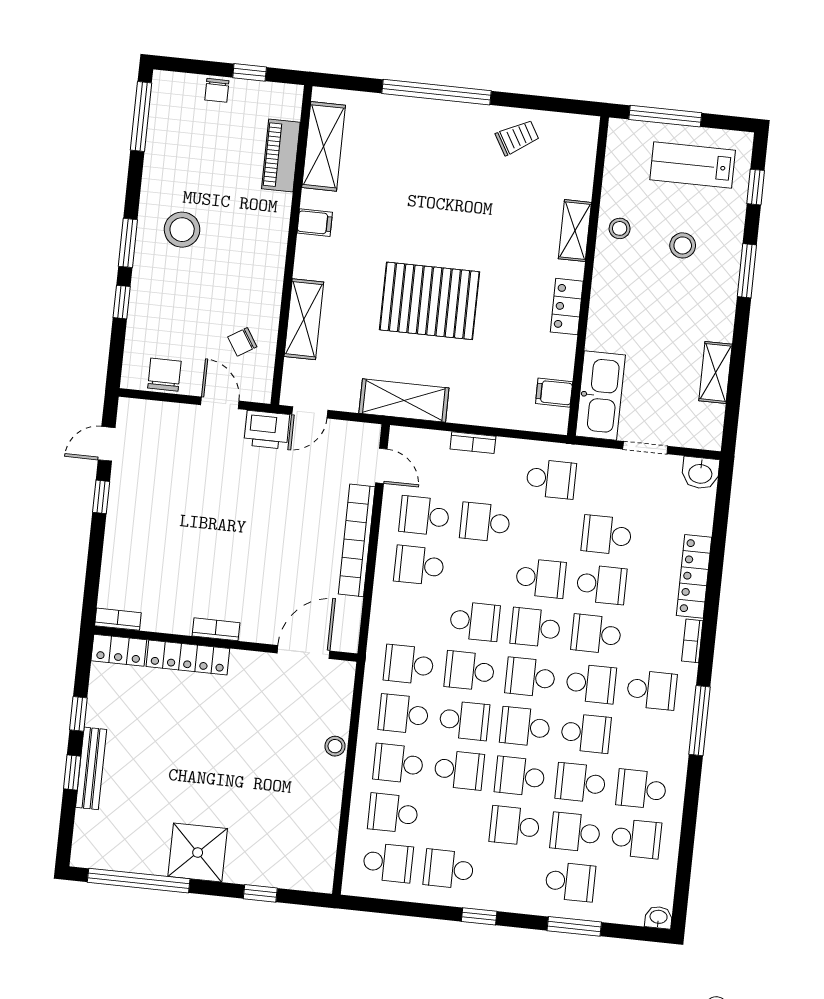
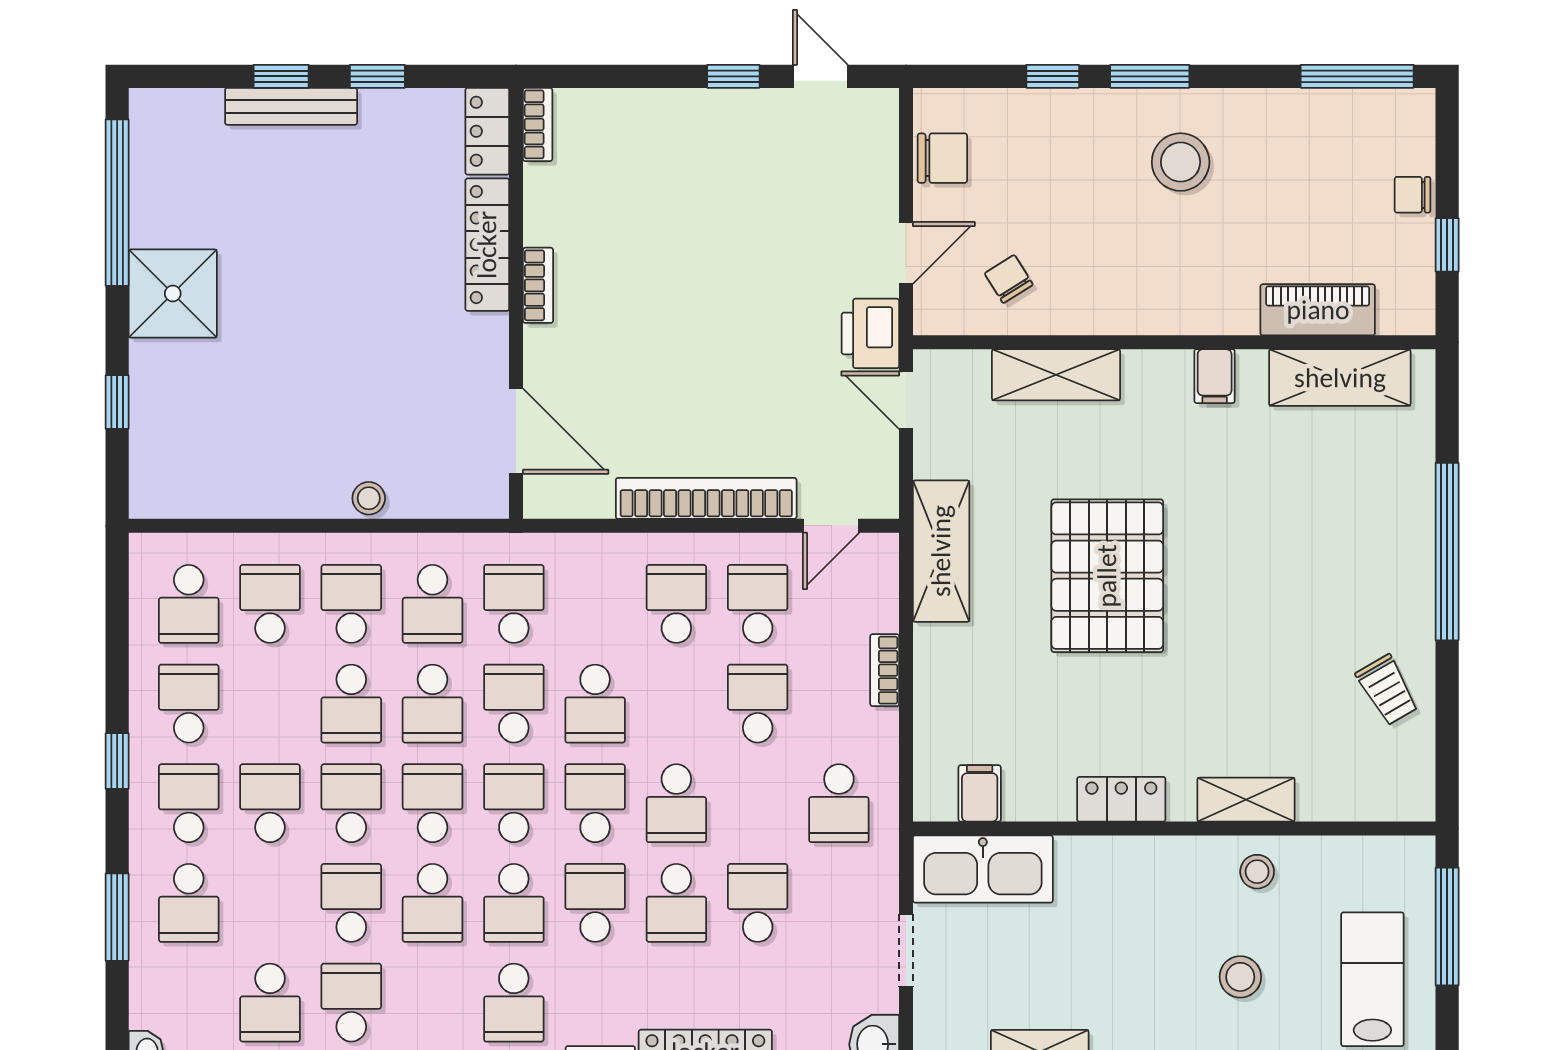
school desk: (404, 714) -> (433, 604), turned 180
school desk: (575, 832) -> (189, 803), moved

